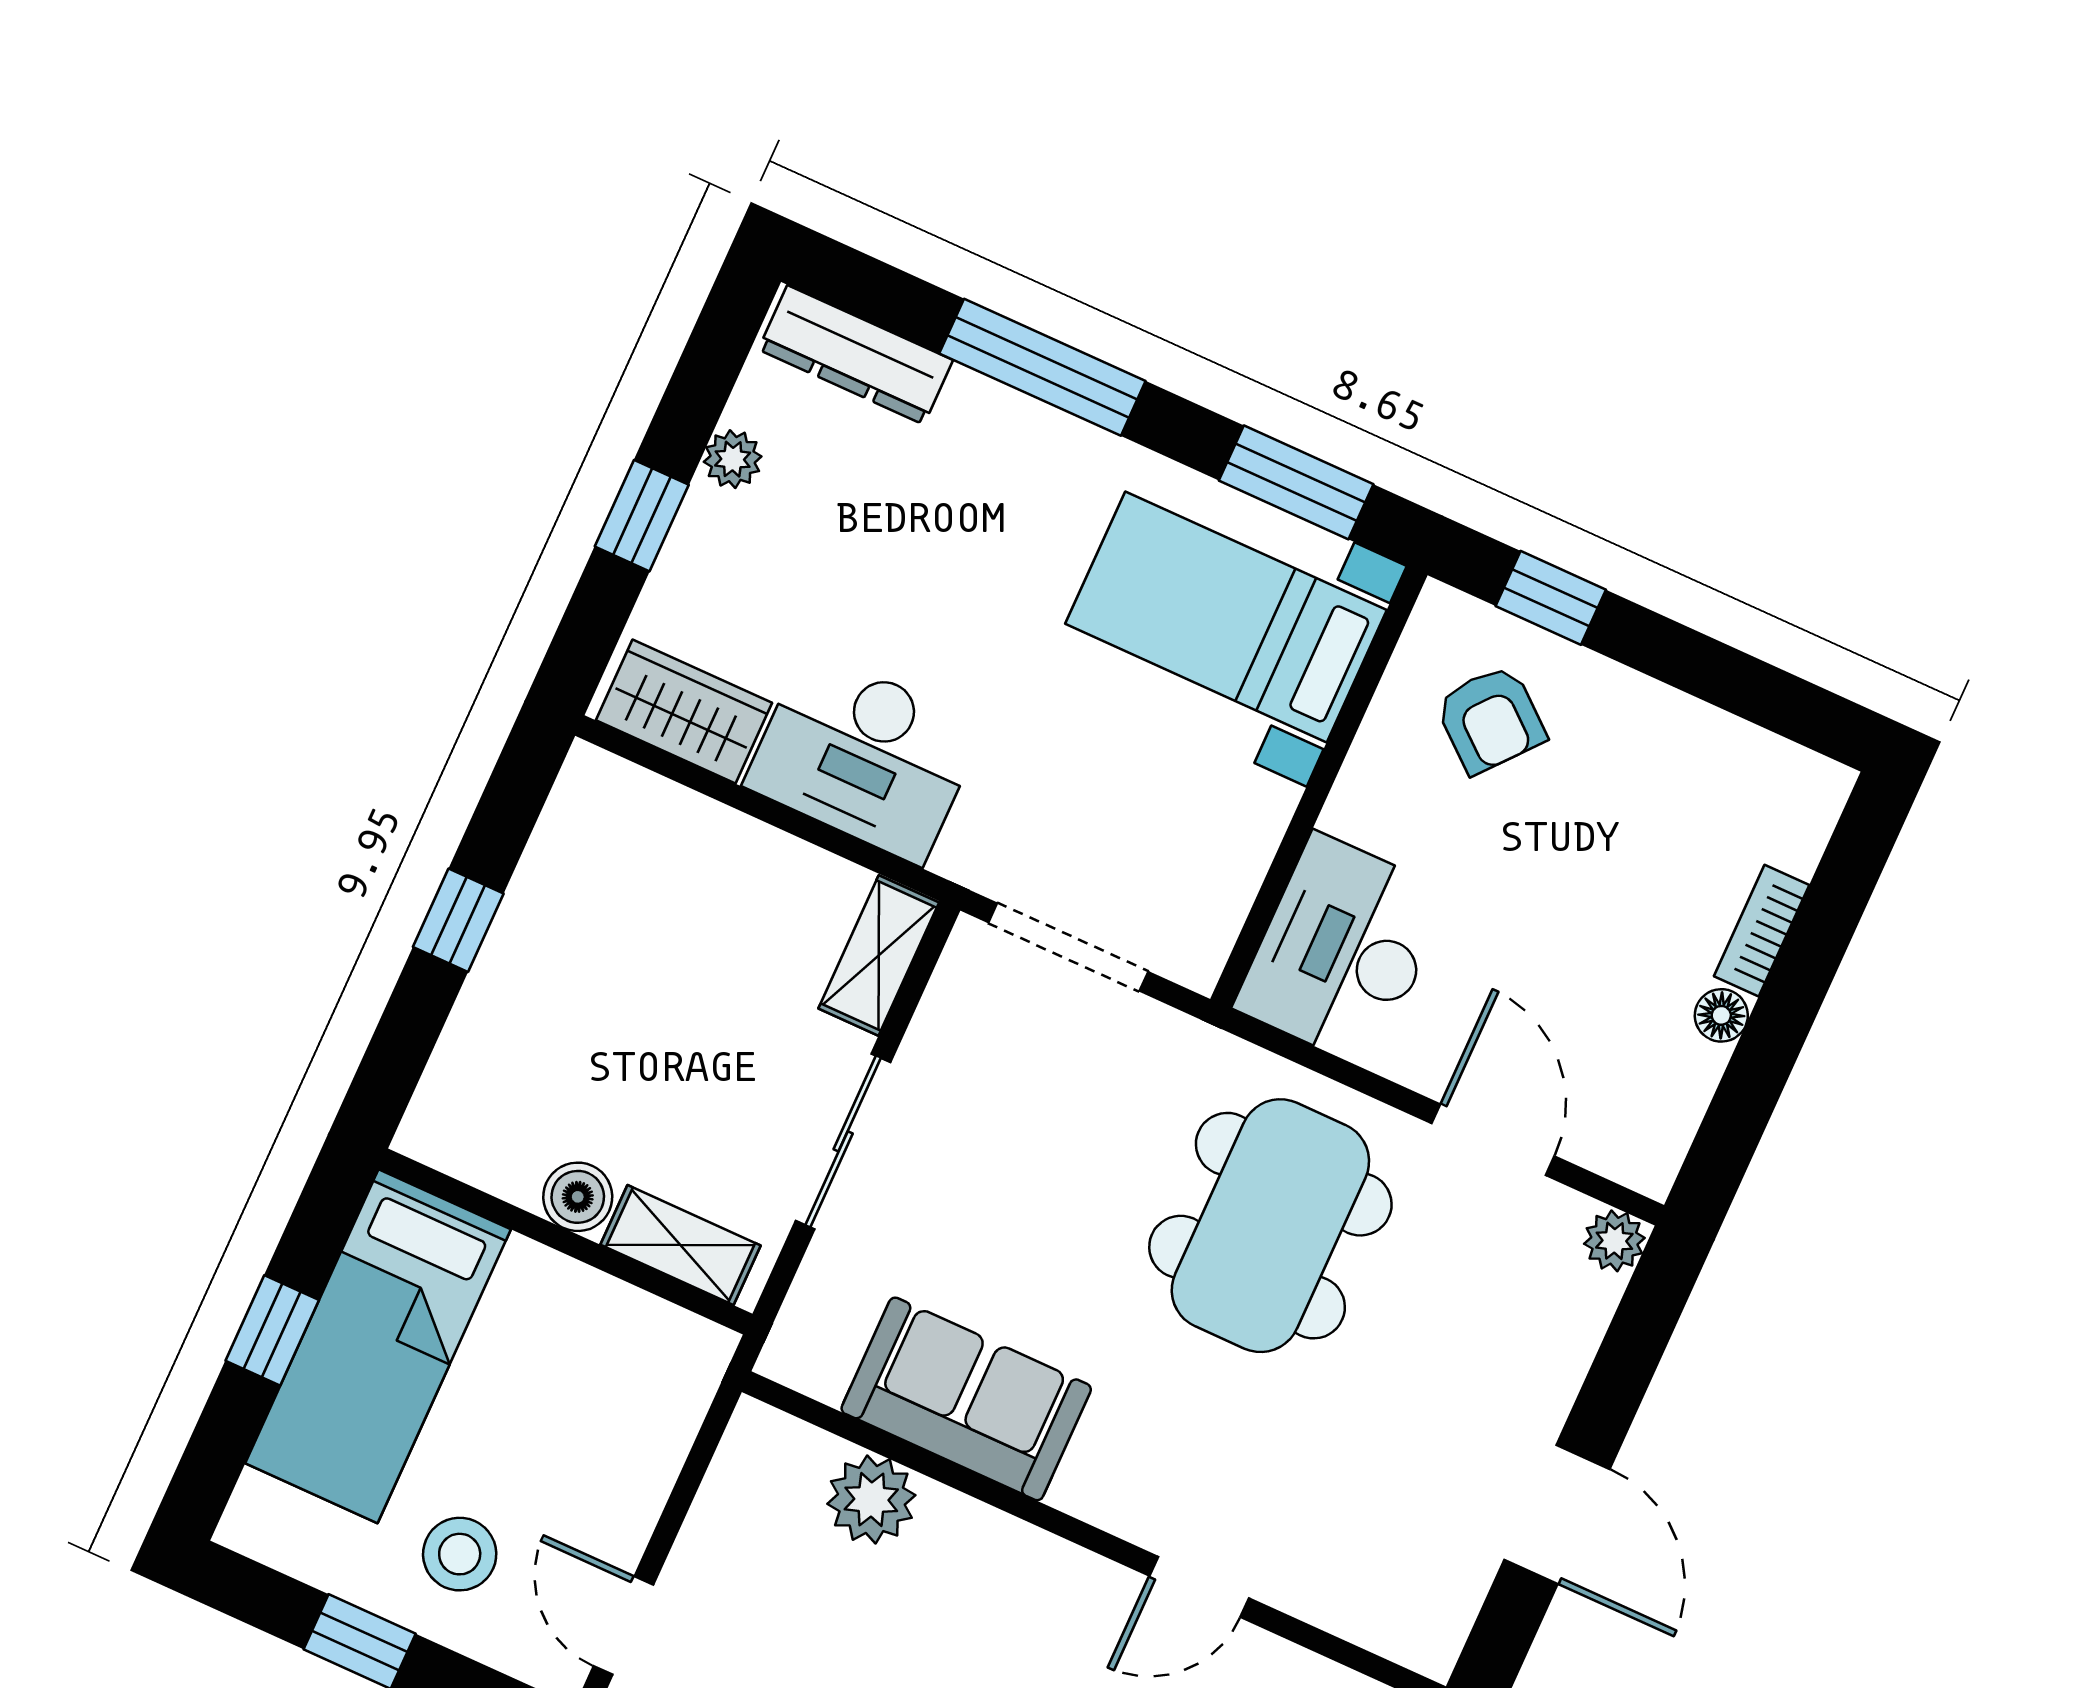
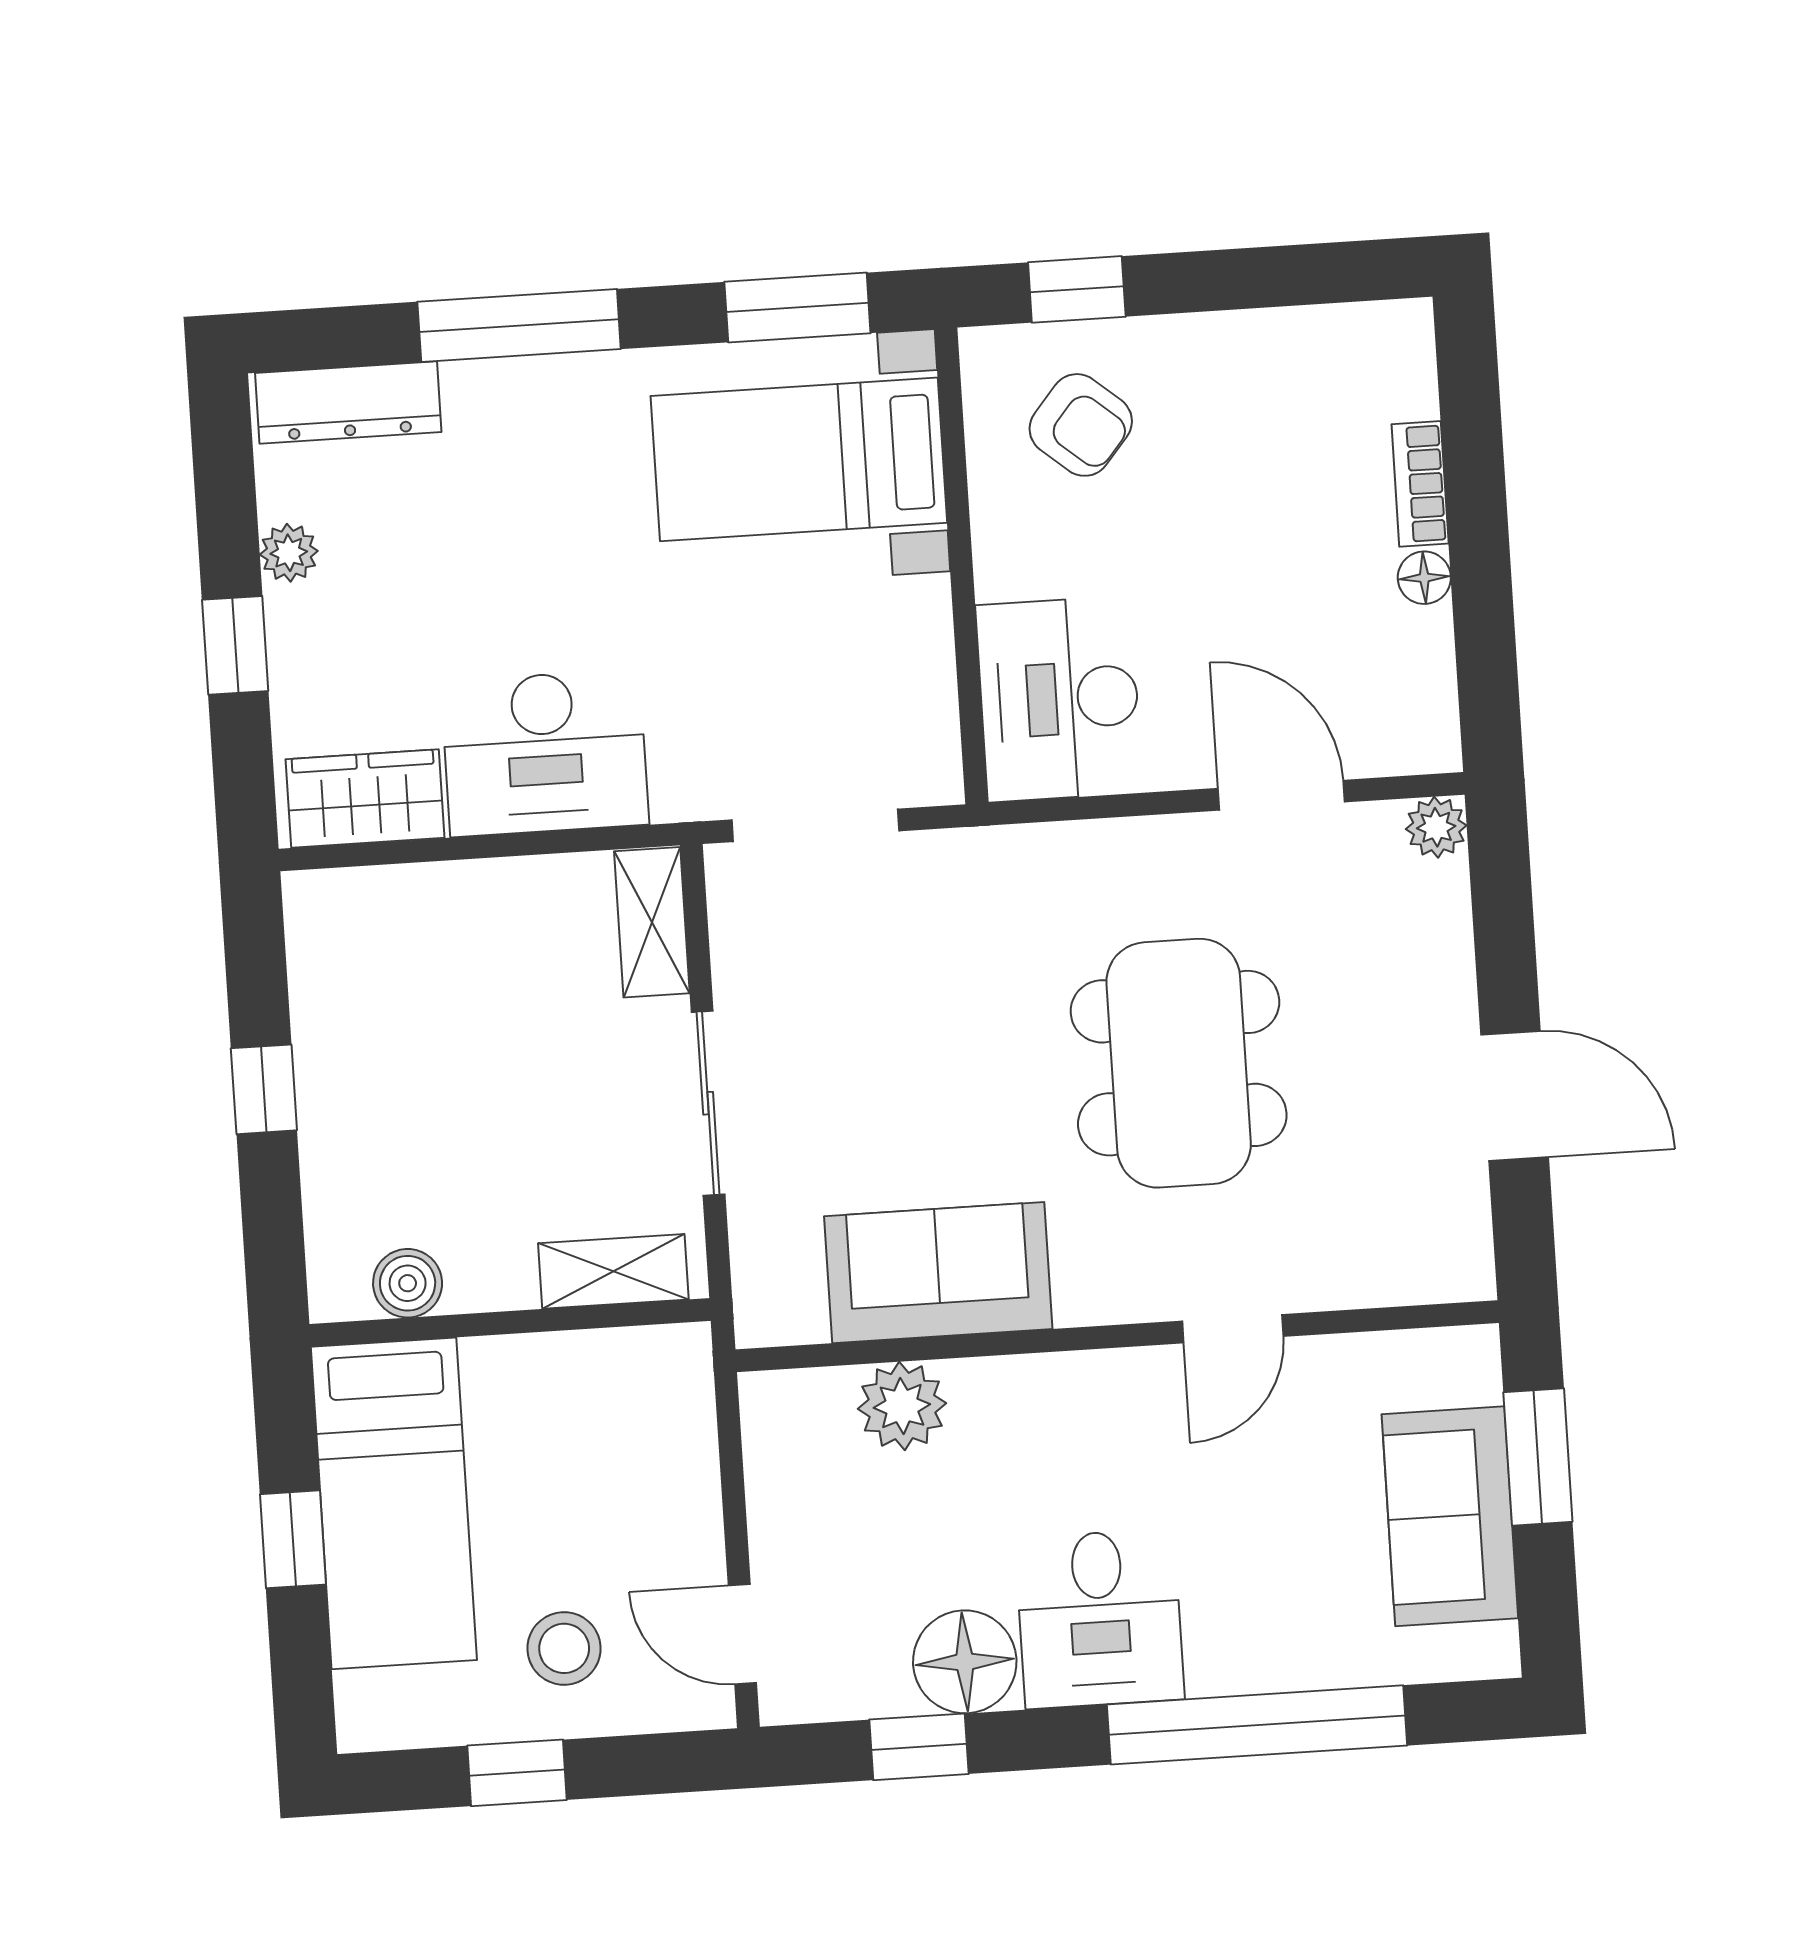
boiler: (578, 1197) -> (408, 1283), moved
dining table: (1270, 1226) -> (1179, 1063), moved

